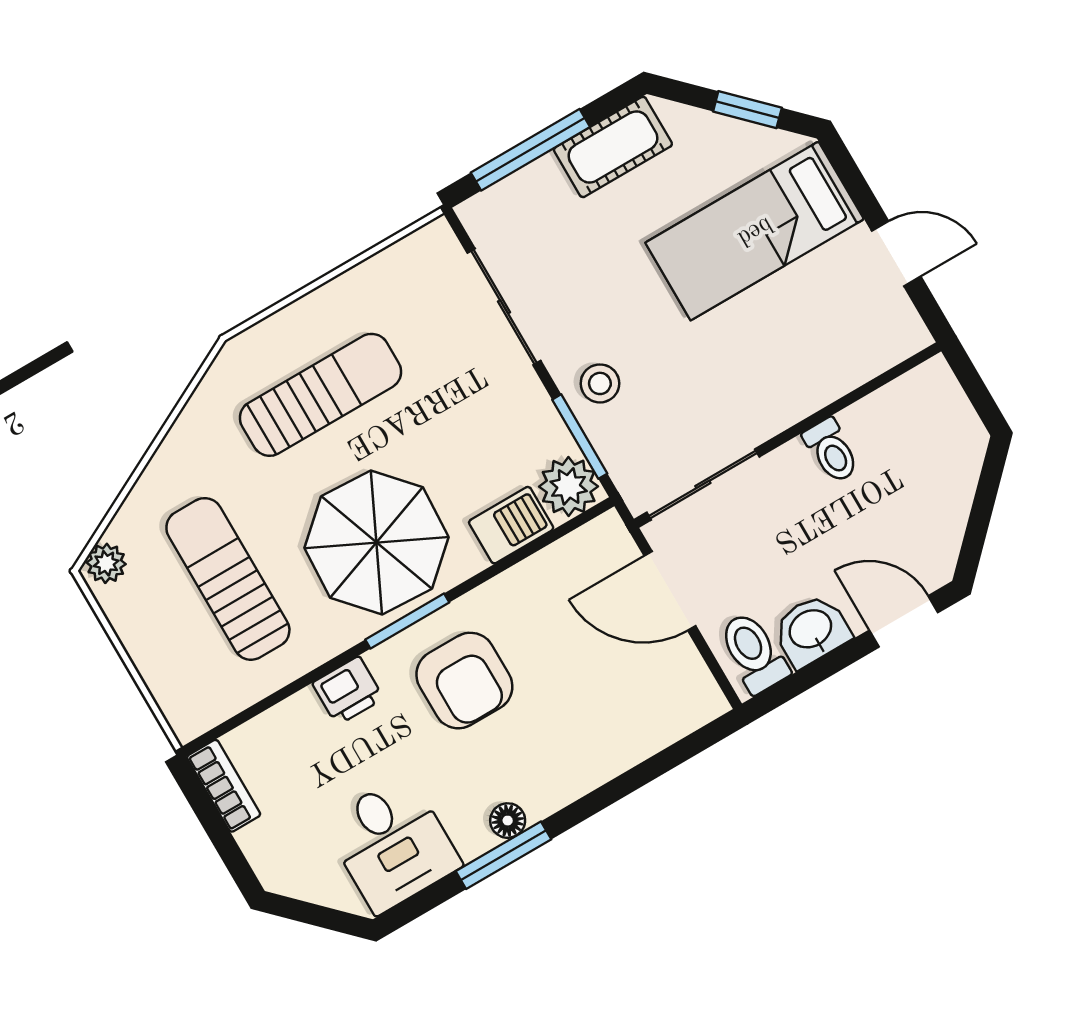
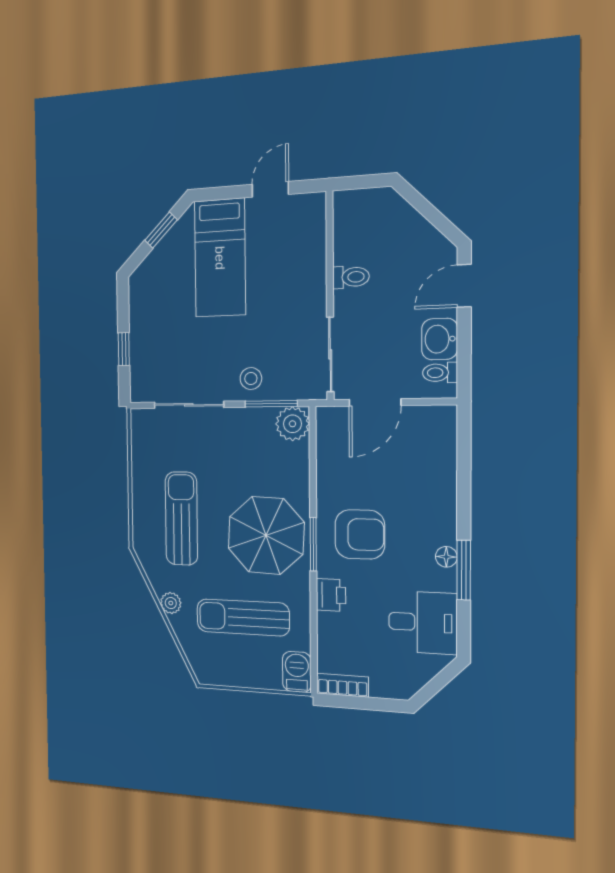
cot: (613, 147) -> (143, 308), removed
window: (530, 150) -> (124, 349), width x0.46
barbecue: (511, 525) -> (297, 672), moved
plant: (106, 563) -> (171, 603), moved
toilet: (753, 653) -> (440, 373), width x0.73, depth x0.72

